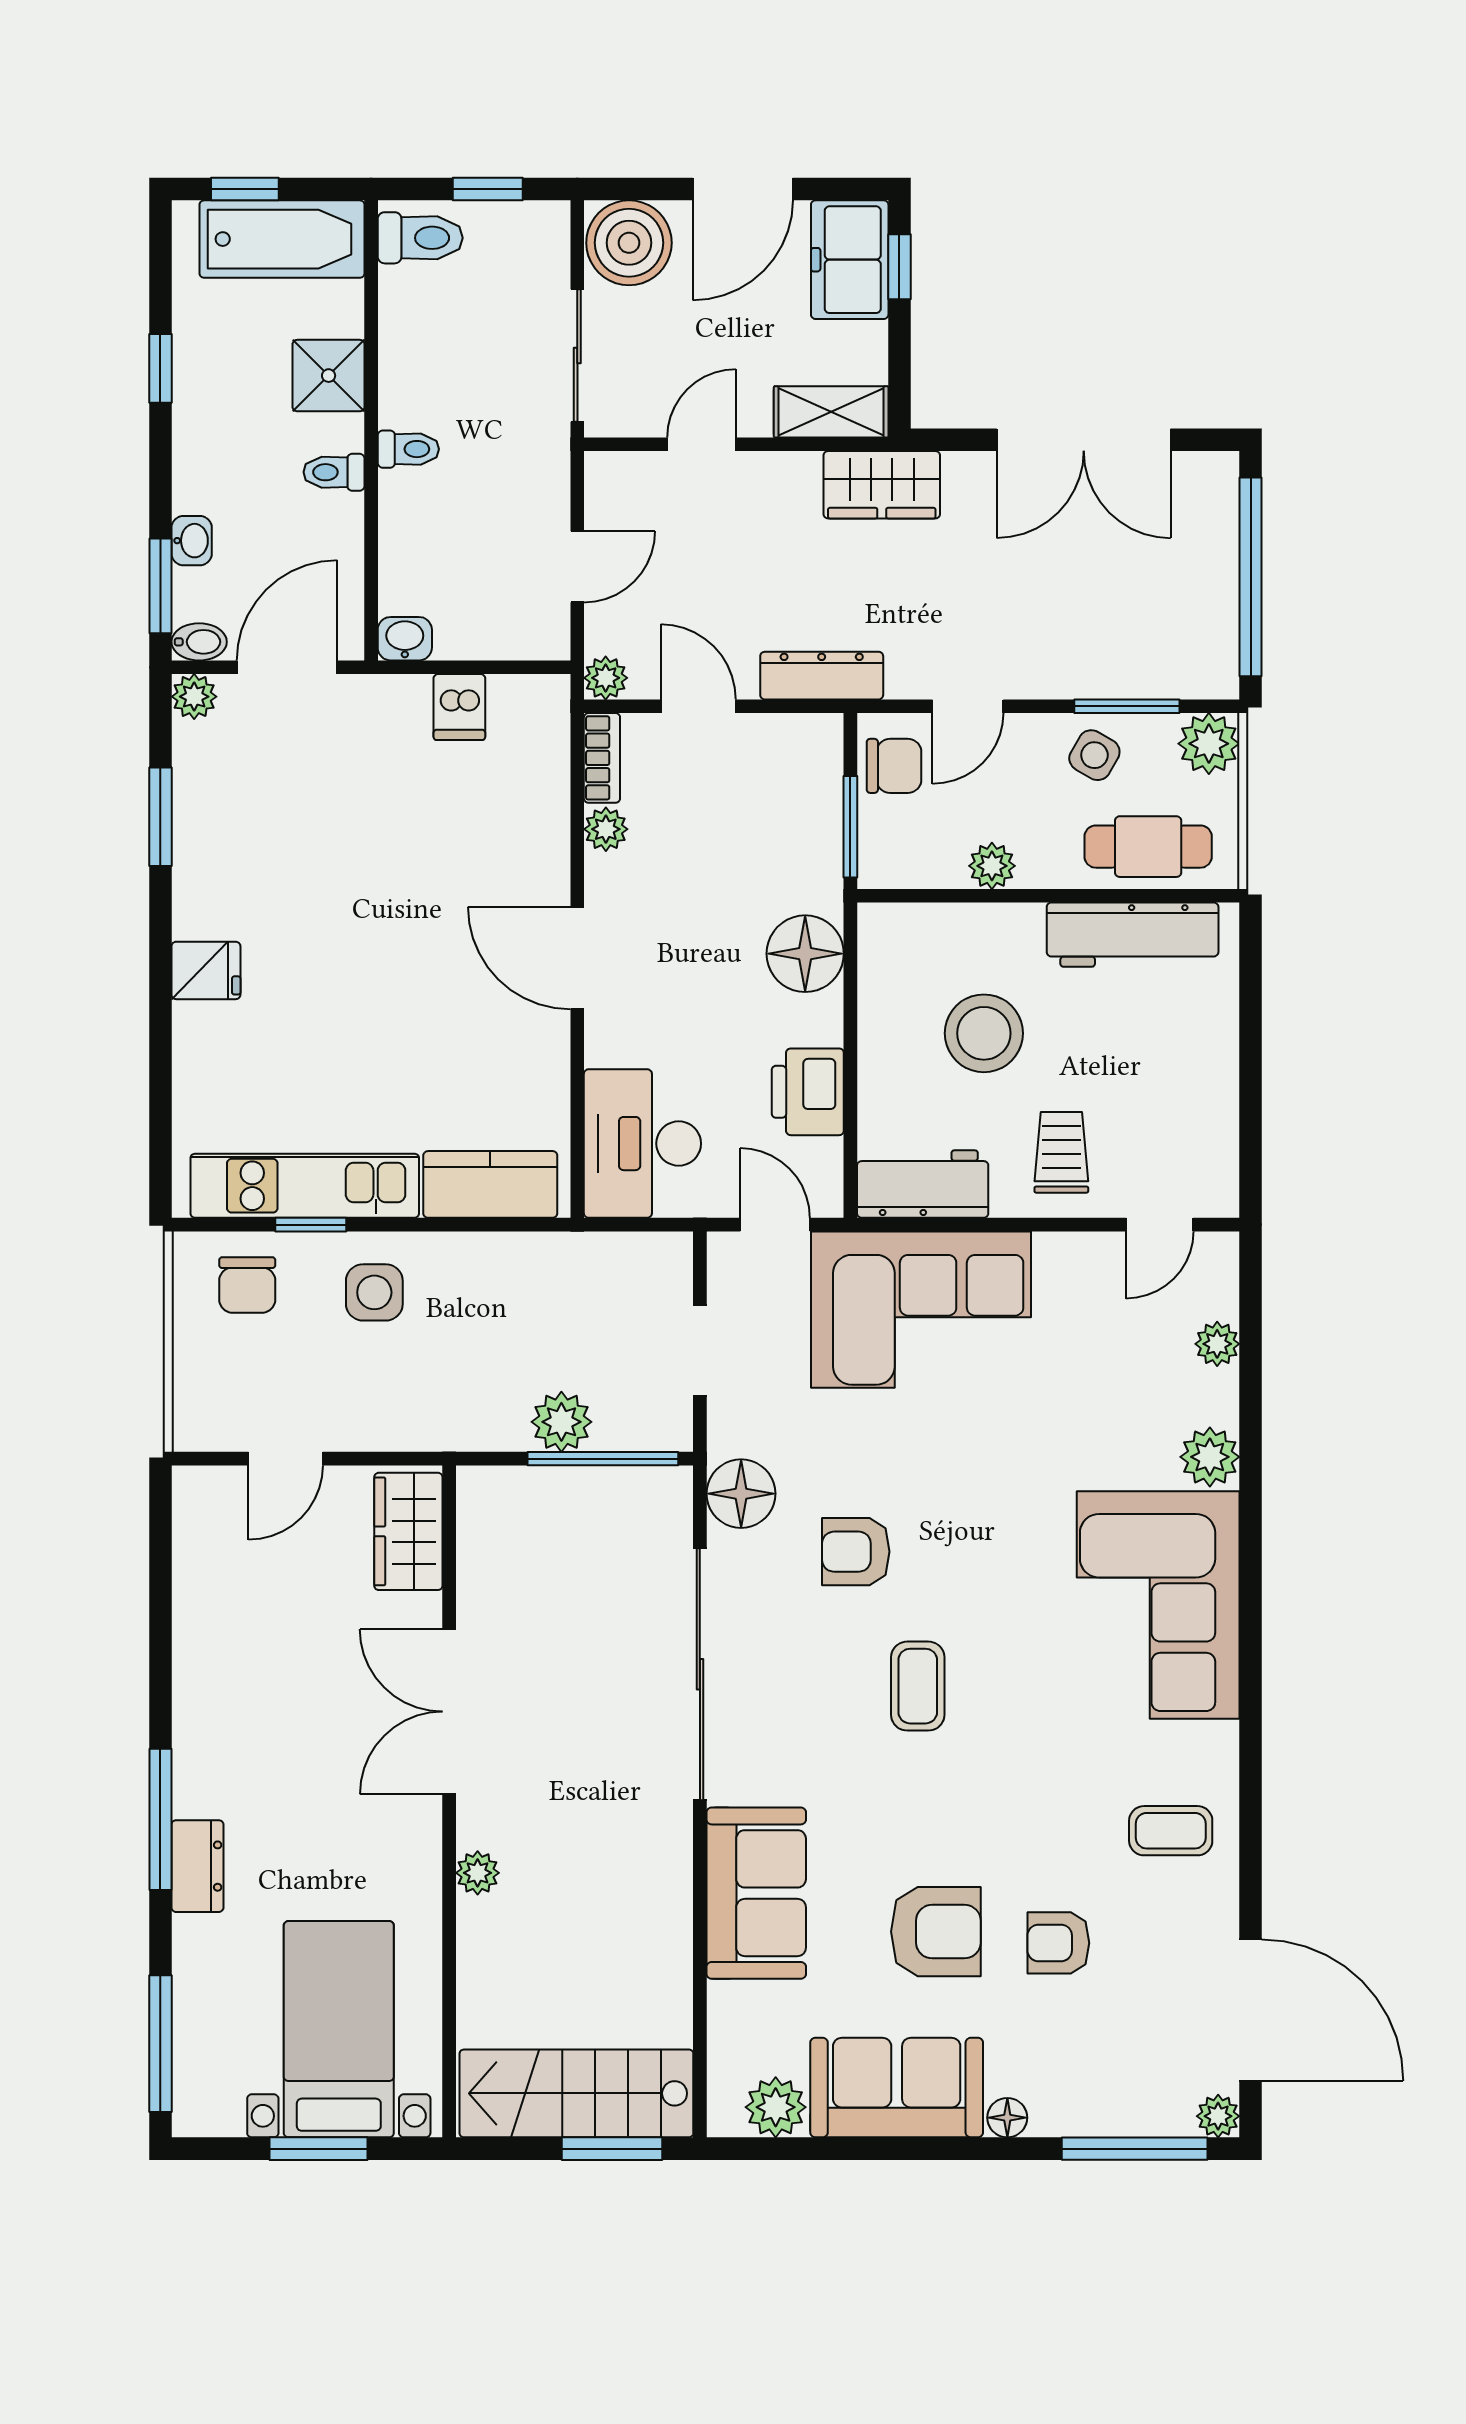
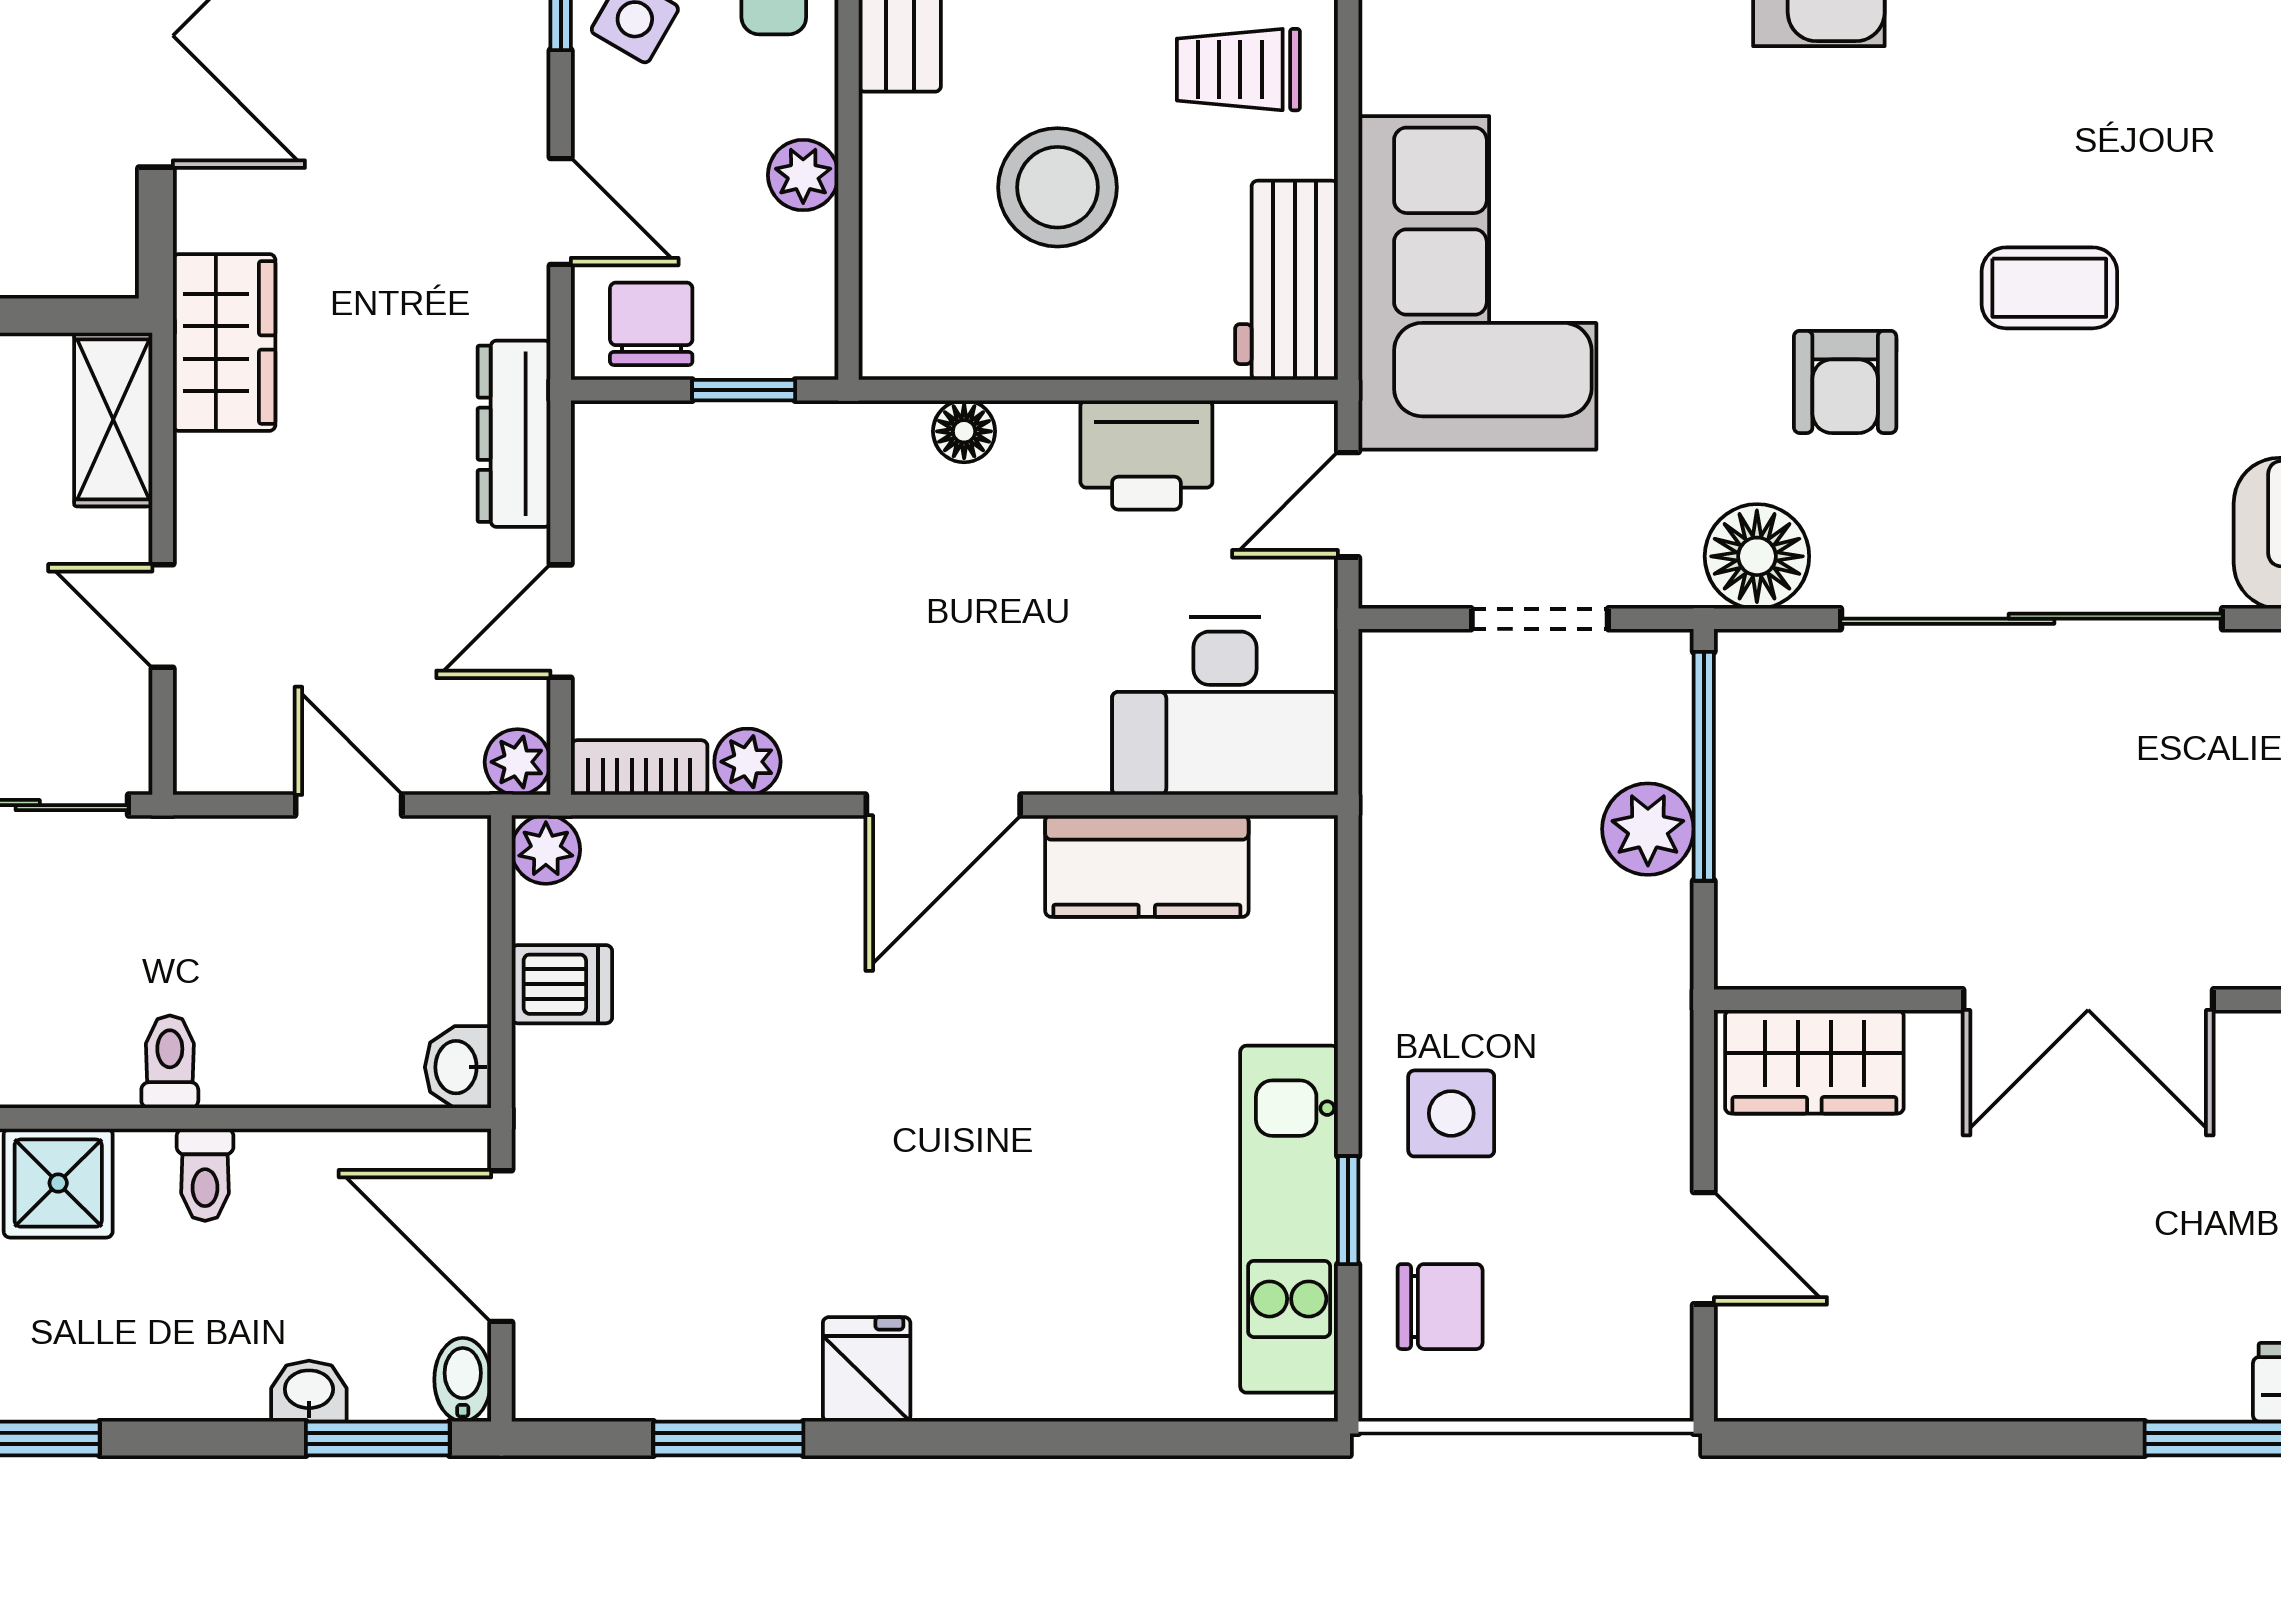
plant: (194, 697) -> (546, 850), moved
window: (850, 827) -> (744, 390), width x0.67
floor lamp: (805, 954) -> (964, 431), width x0.53, depth x0.53
fridge: (206, 970) -> (867, 1369), moved
kitchen counter: (490, 1184) -> (1147, 866), moved, turned -90

